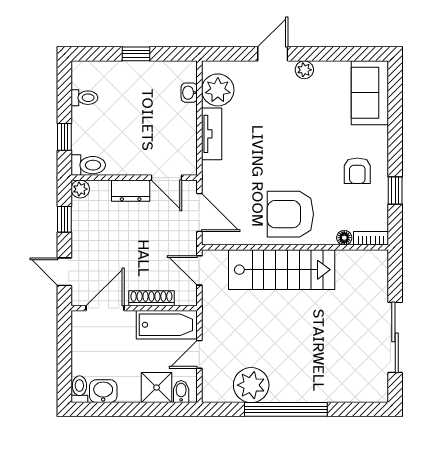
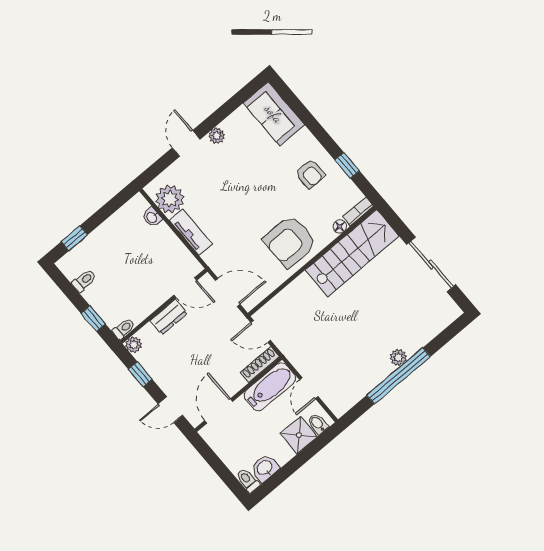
window: (136, 54) -> (74, 238), moved
toilet: (88, 165) -> (124, 329), width x0.73, depth x0.72
stairs: (282, 270) -> (352, 253), moved
shoe rack: (151, 298) -> (260, 365), moved
plant: (251, 385) -> (398, 357), moved, width x0.53, depth x0.53

